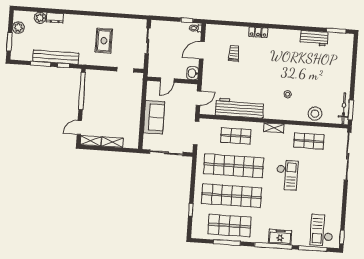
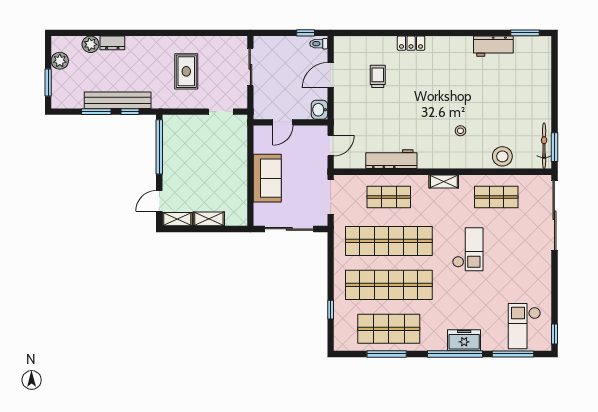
workbench: (239, 108) -> (391, 159), width x0.73, depth x0.76

